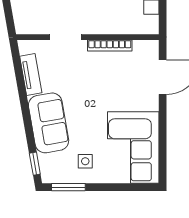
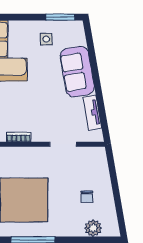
bookcase: (110, 46) -> (19, 137), width x0.64
window: (35, 164) -> (89, 37), removed

